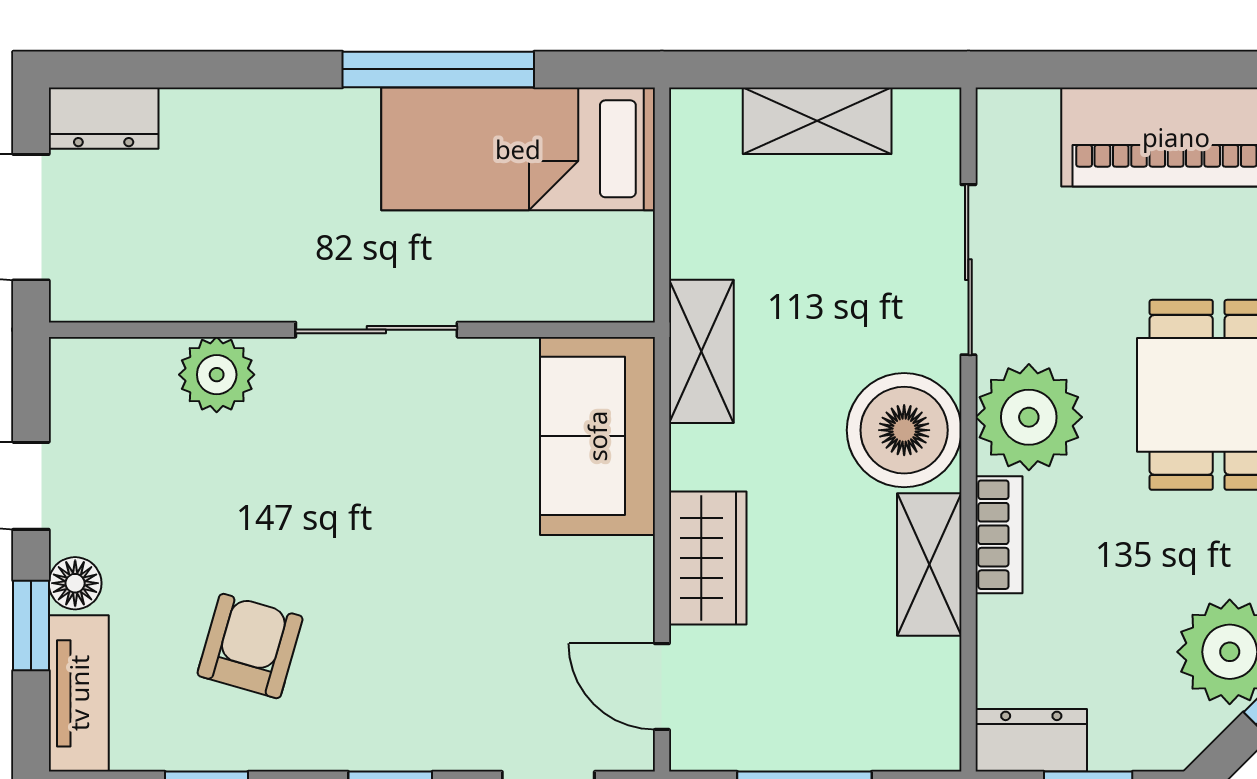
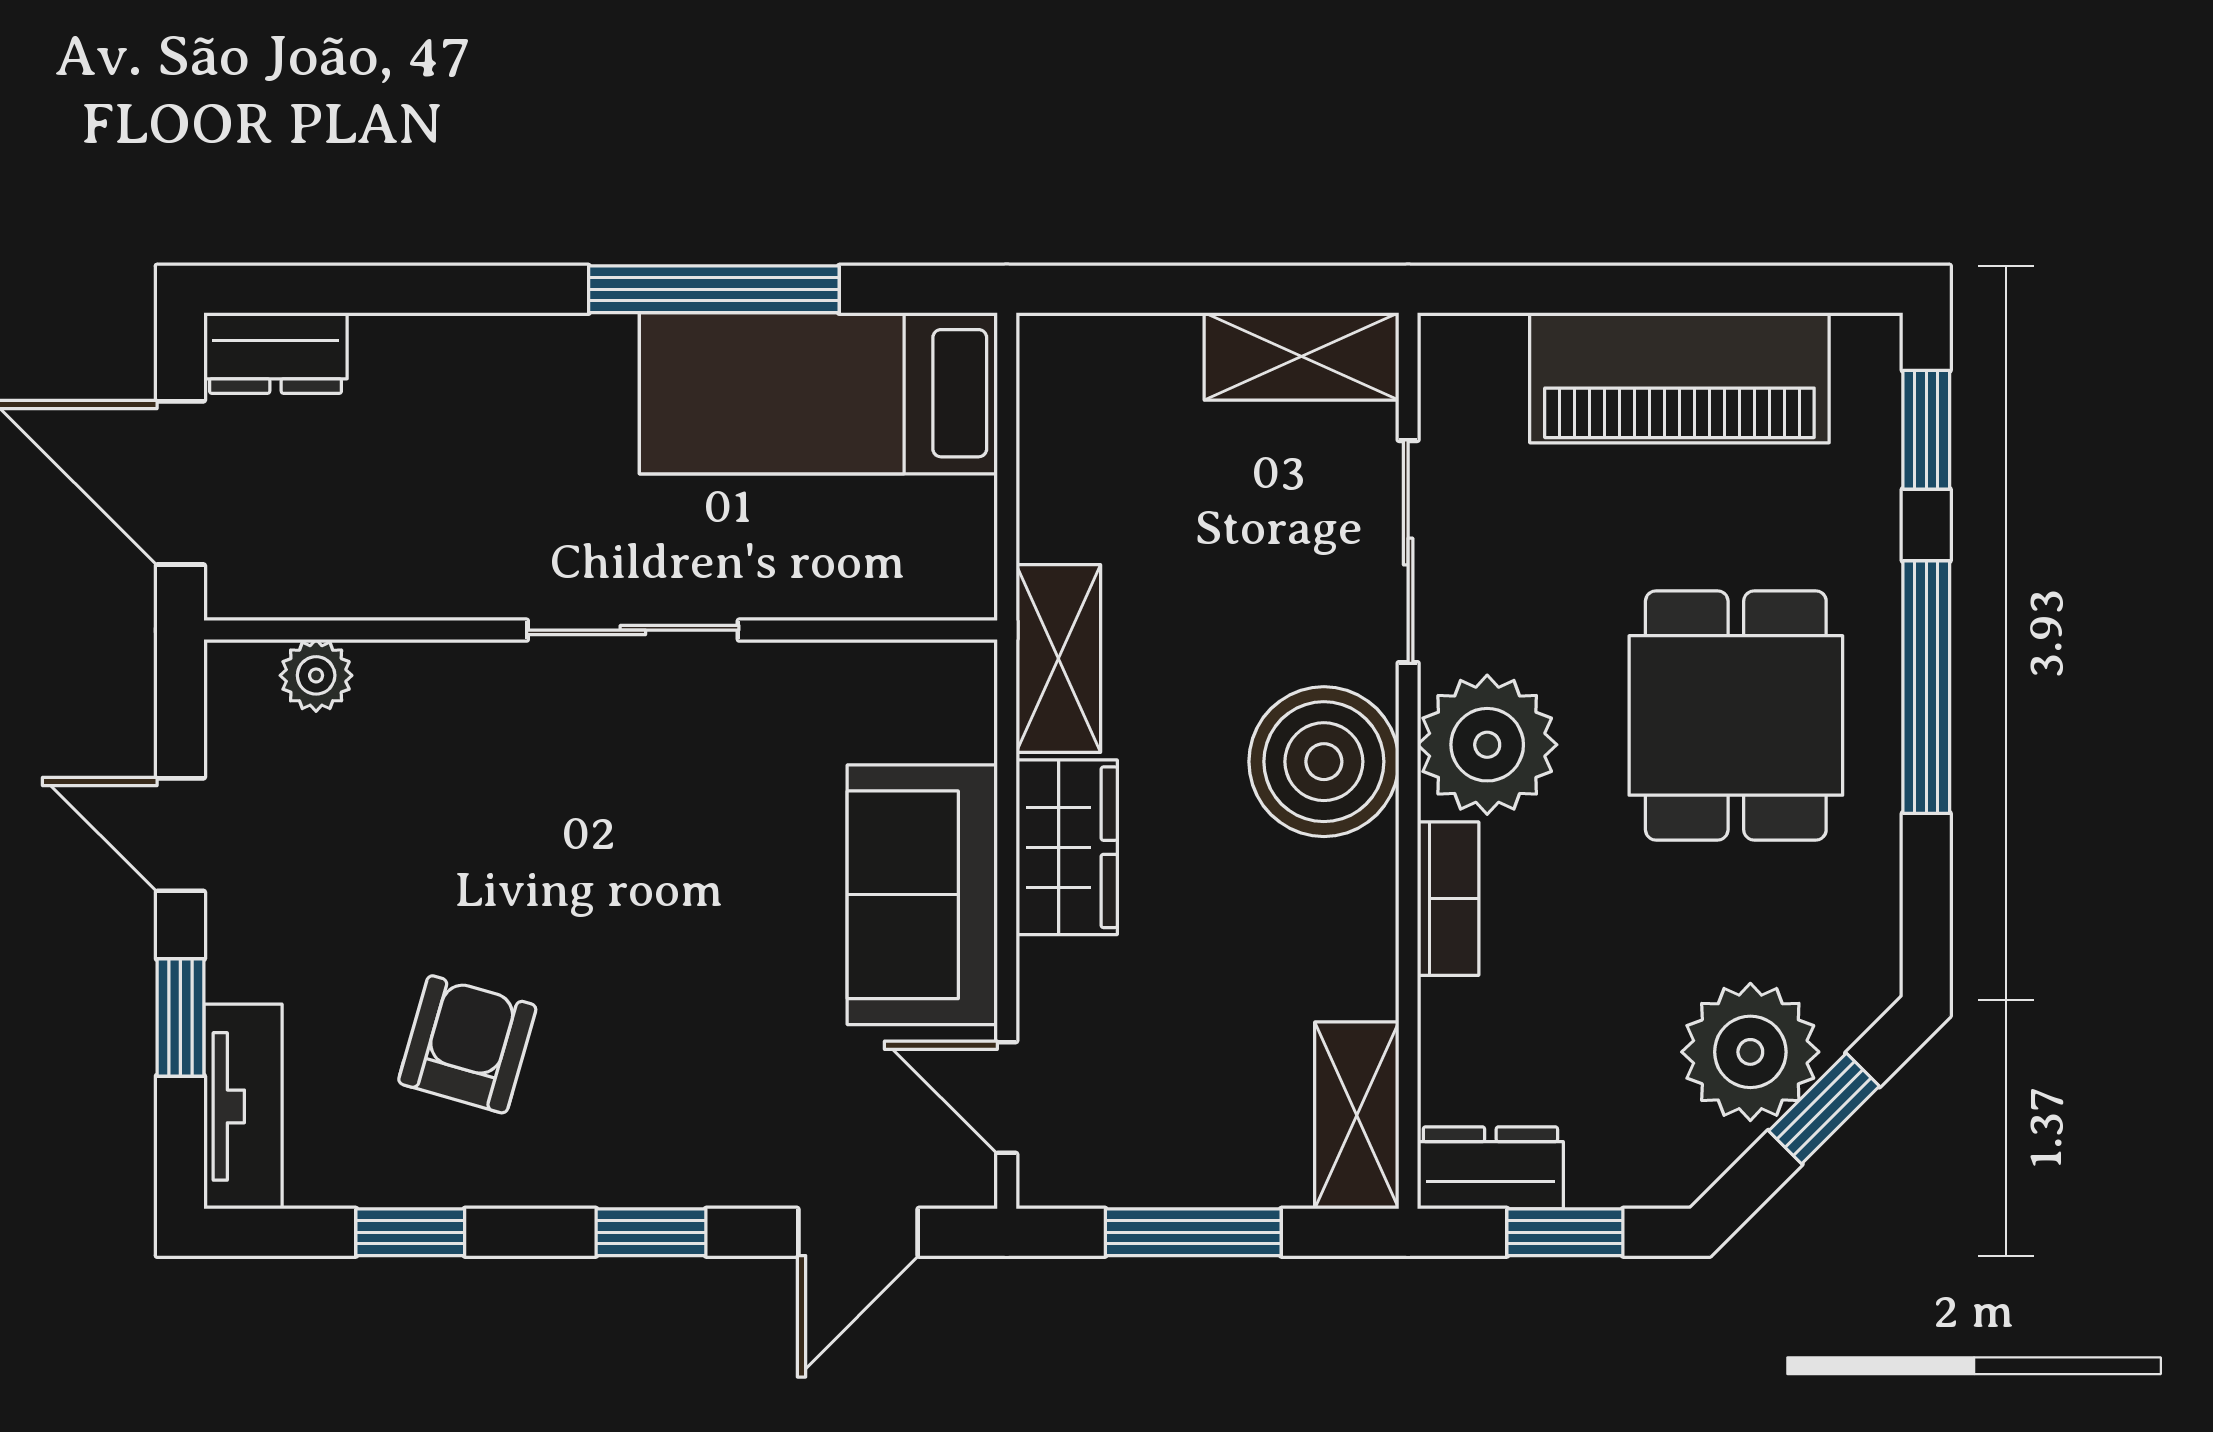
shelving: (817, 121) -> (1301, 356), moved
plant: (217, 375) -> (316, 675), moved, width x0.73, depth x0.73
sofa: (597, 436) -> (922, 895), moved
wardrobe: (708, 558) -> (1067, 847), moved
shelving: (929, 564) -> (1357, 1115), moved
floor lamp: (75, 583) -> (238, 962), removed

